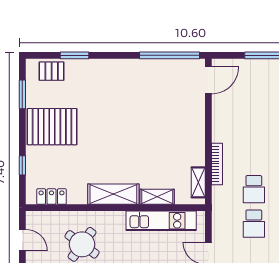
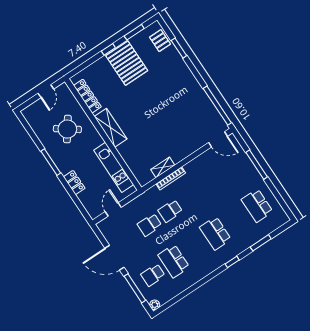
window: (22, 165) -> (108, 49), moved
shelving: (198, 182) -> (163, 167), moved
locker: (51, 197) -> (87, 96), width x1.53
shelving: (157, 197) -> (127, 155), removed

